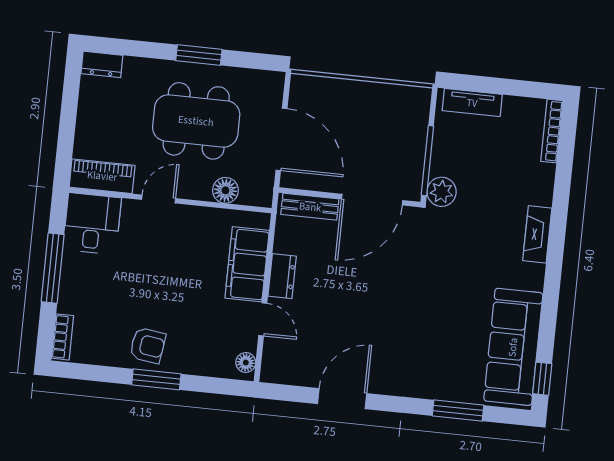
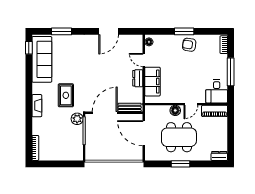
tv unit: (472, 103) -> (69, 156), removed
floor lamp: (225, 190) -> (175, 110), moved
rug: (463, 252) -> (66, 95), added

